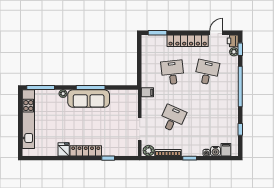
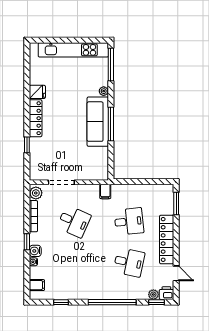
water cooler: (216, 151) -> (35, 251), moved

